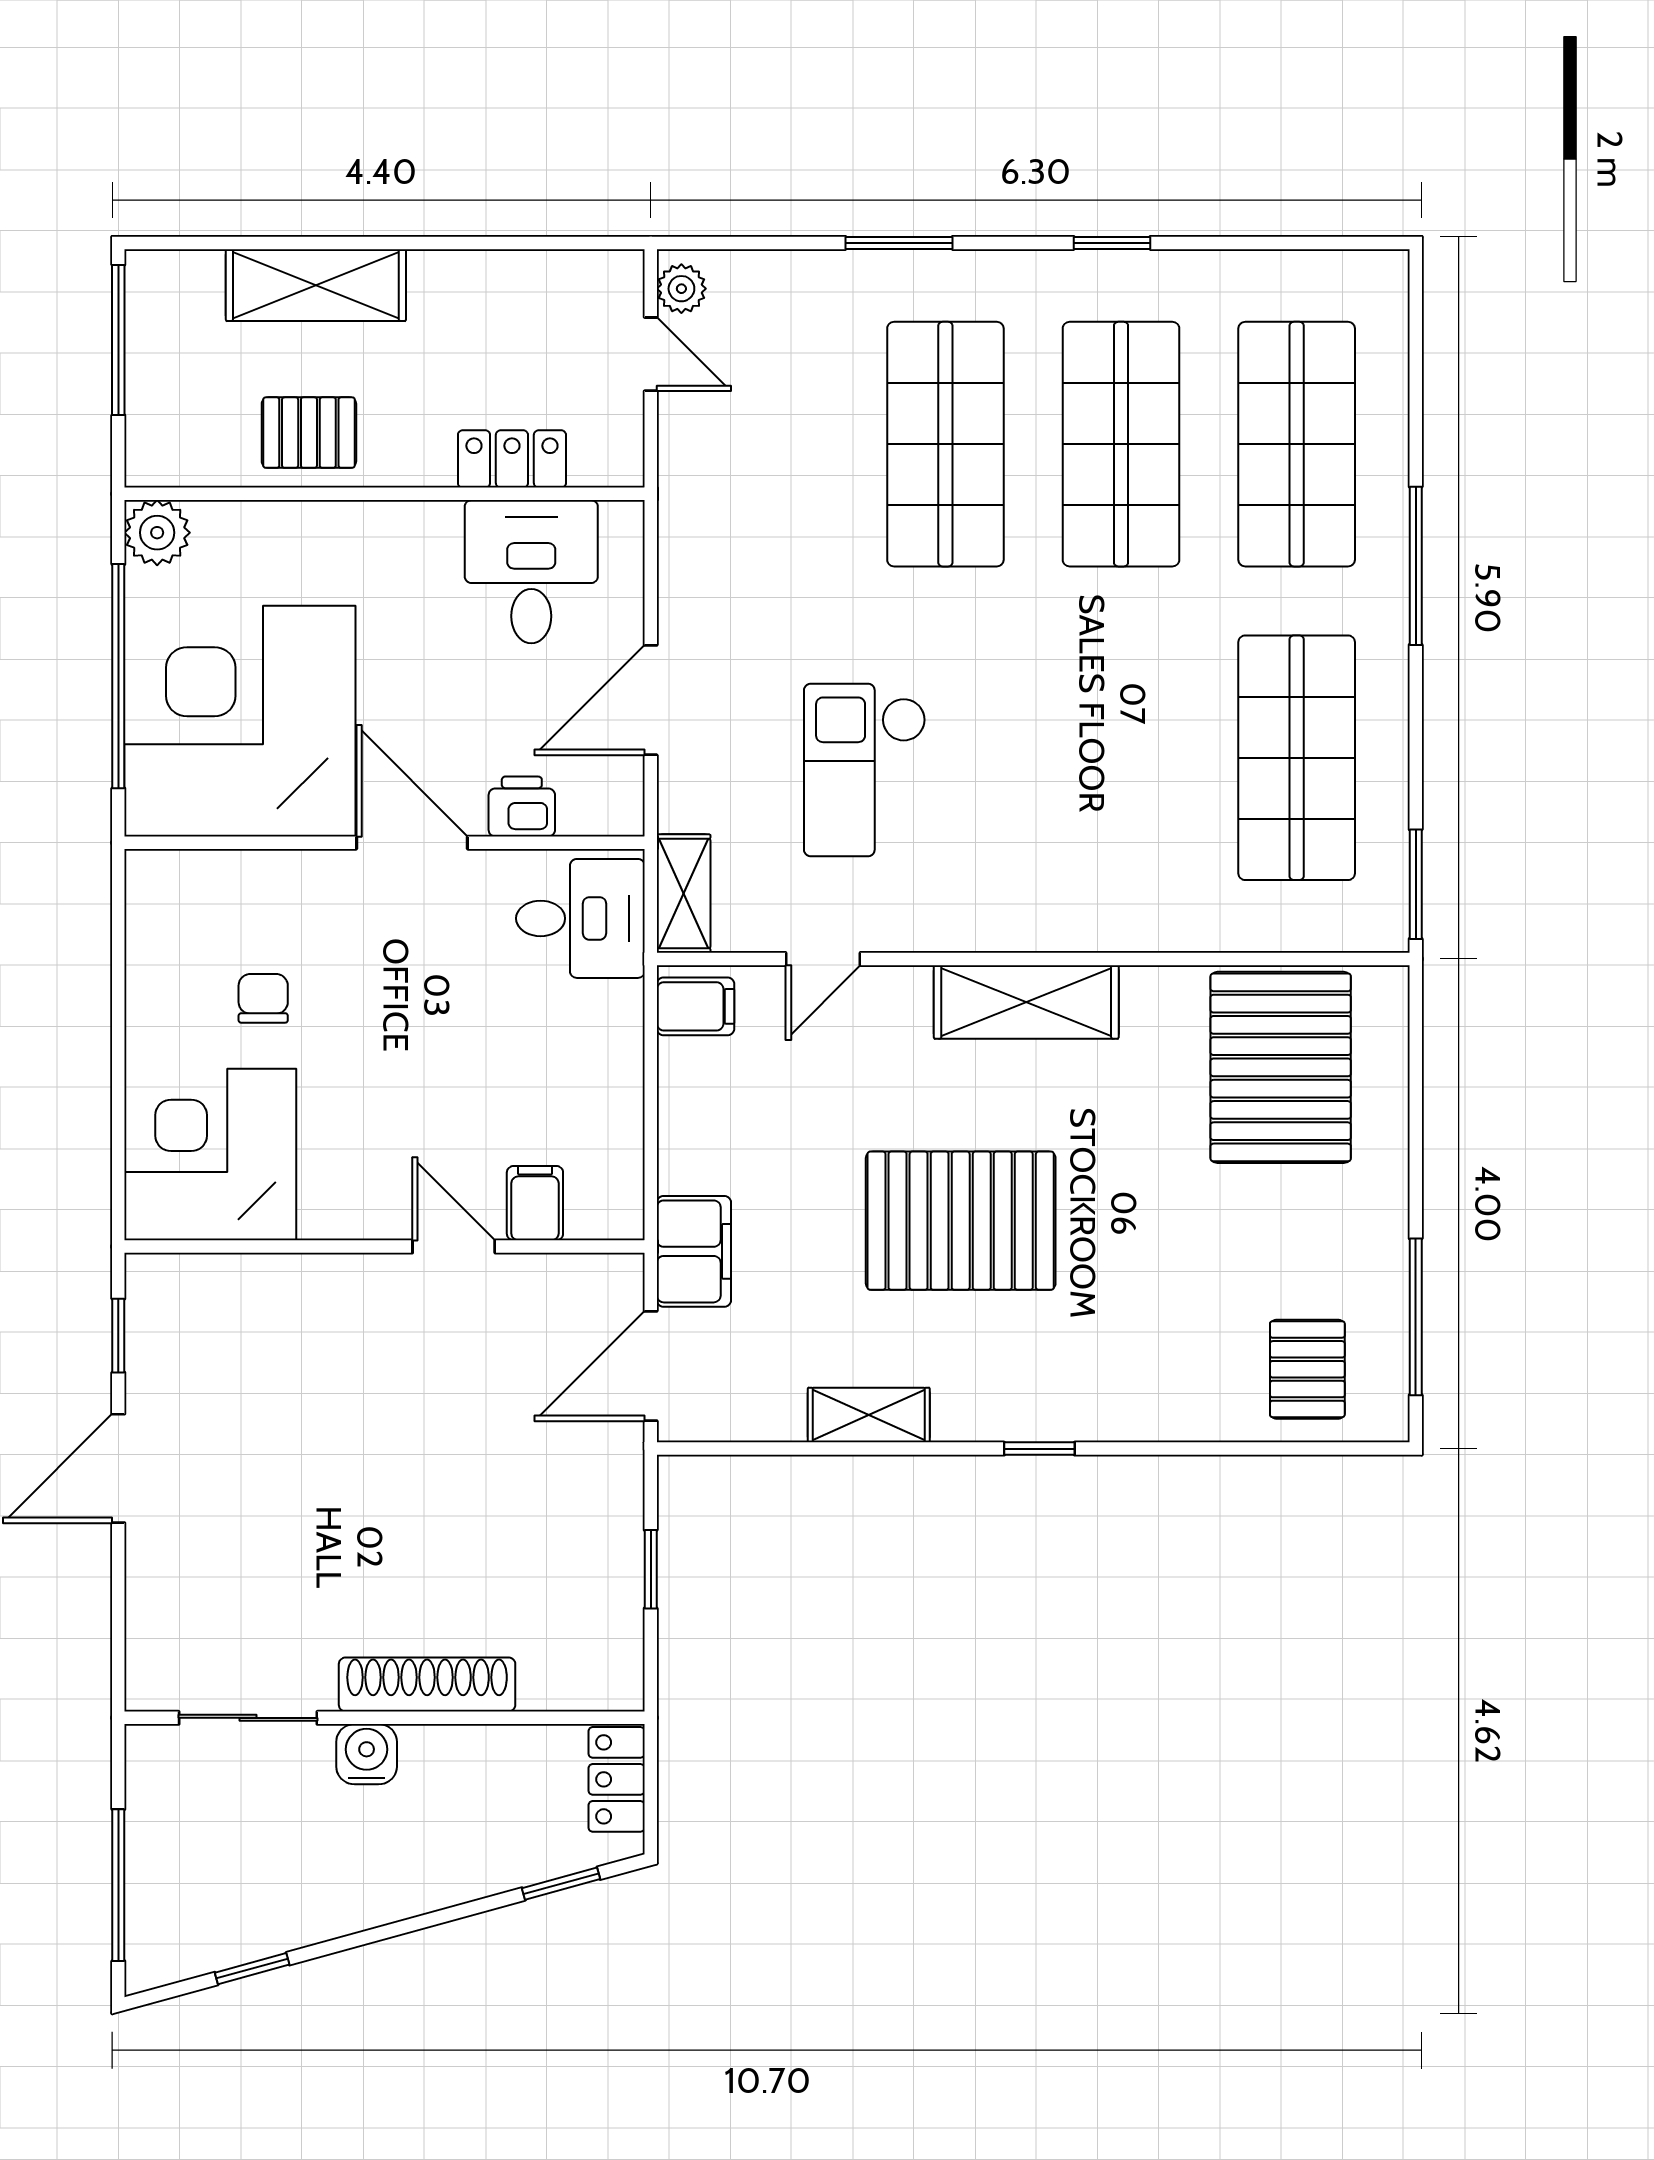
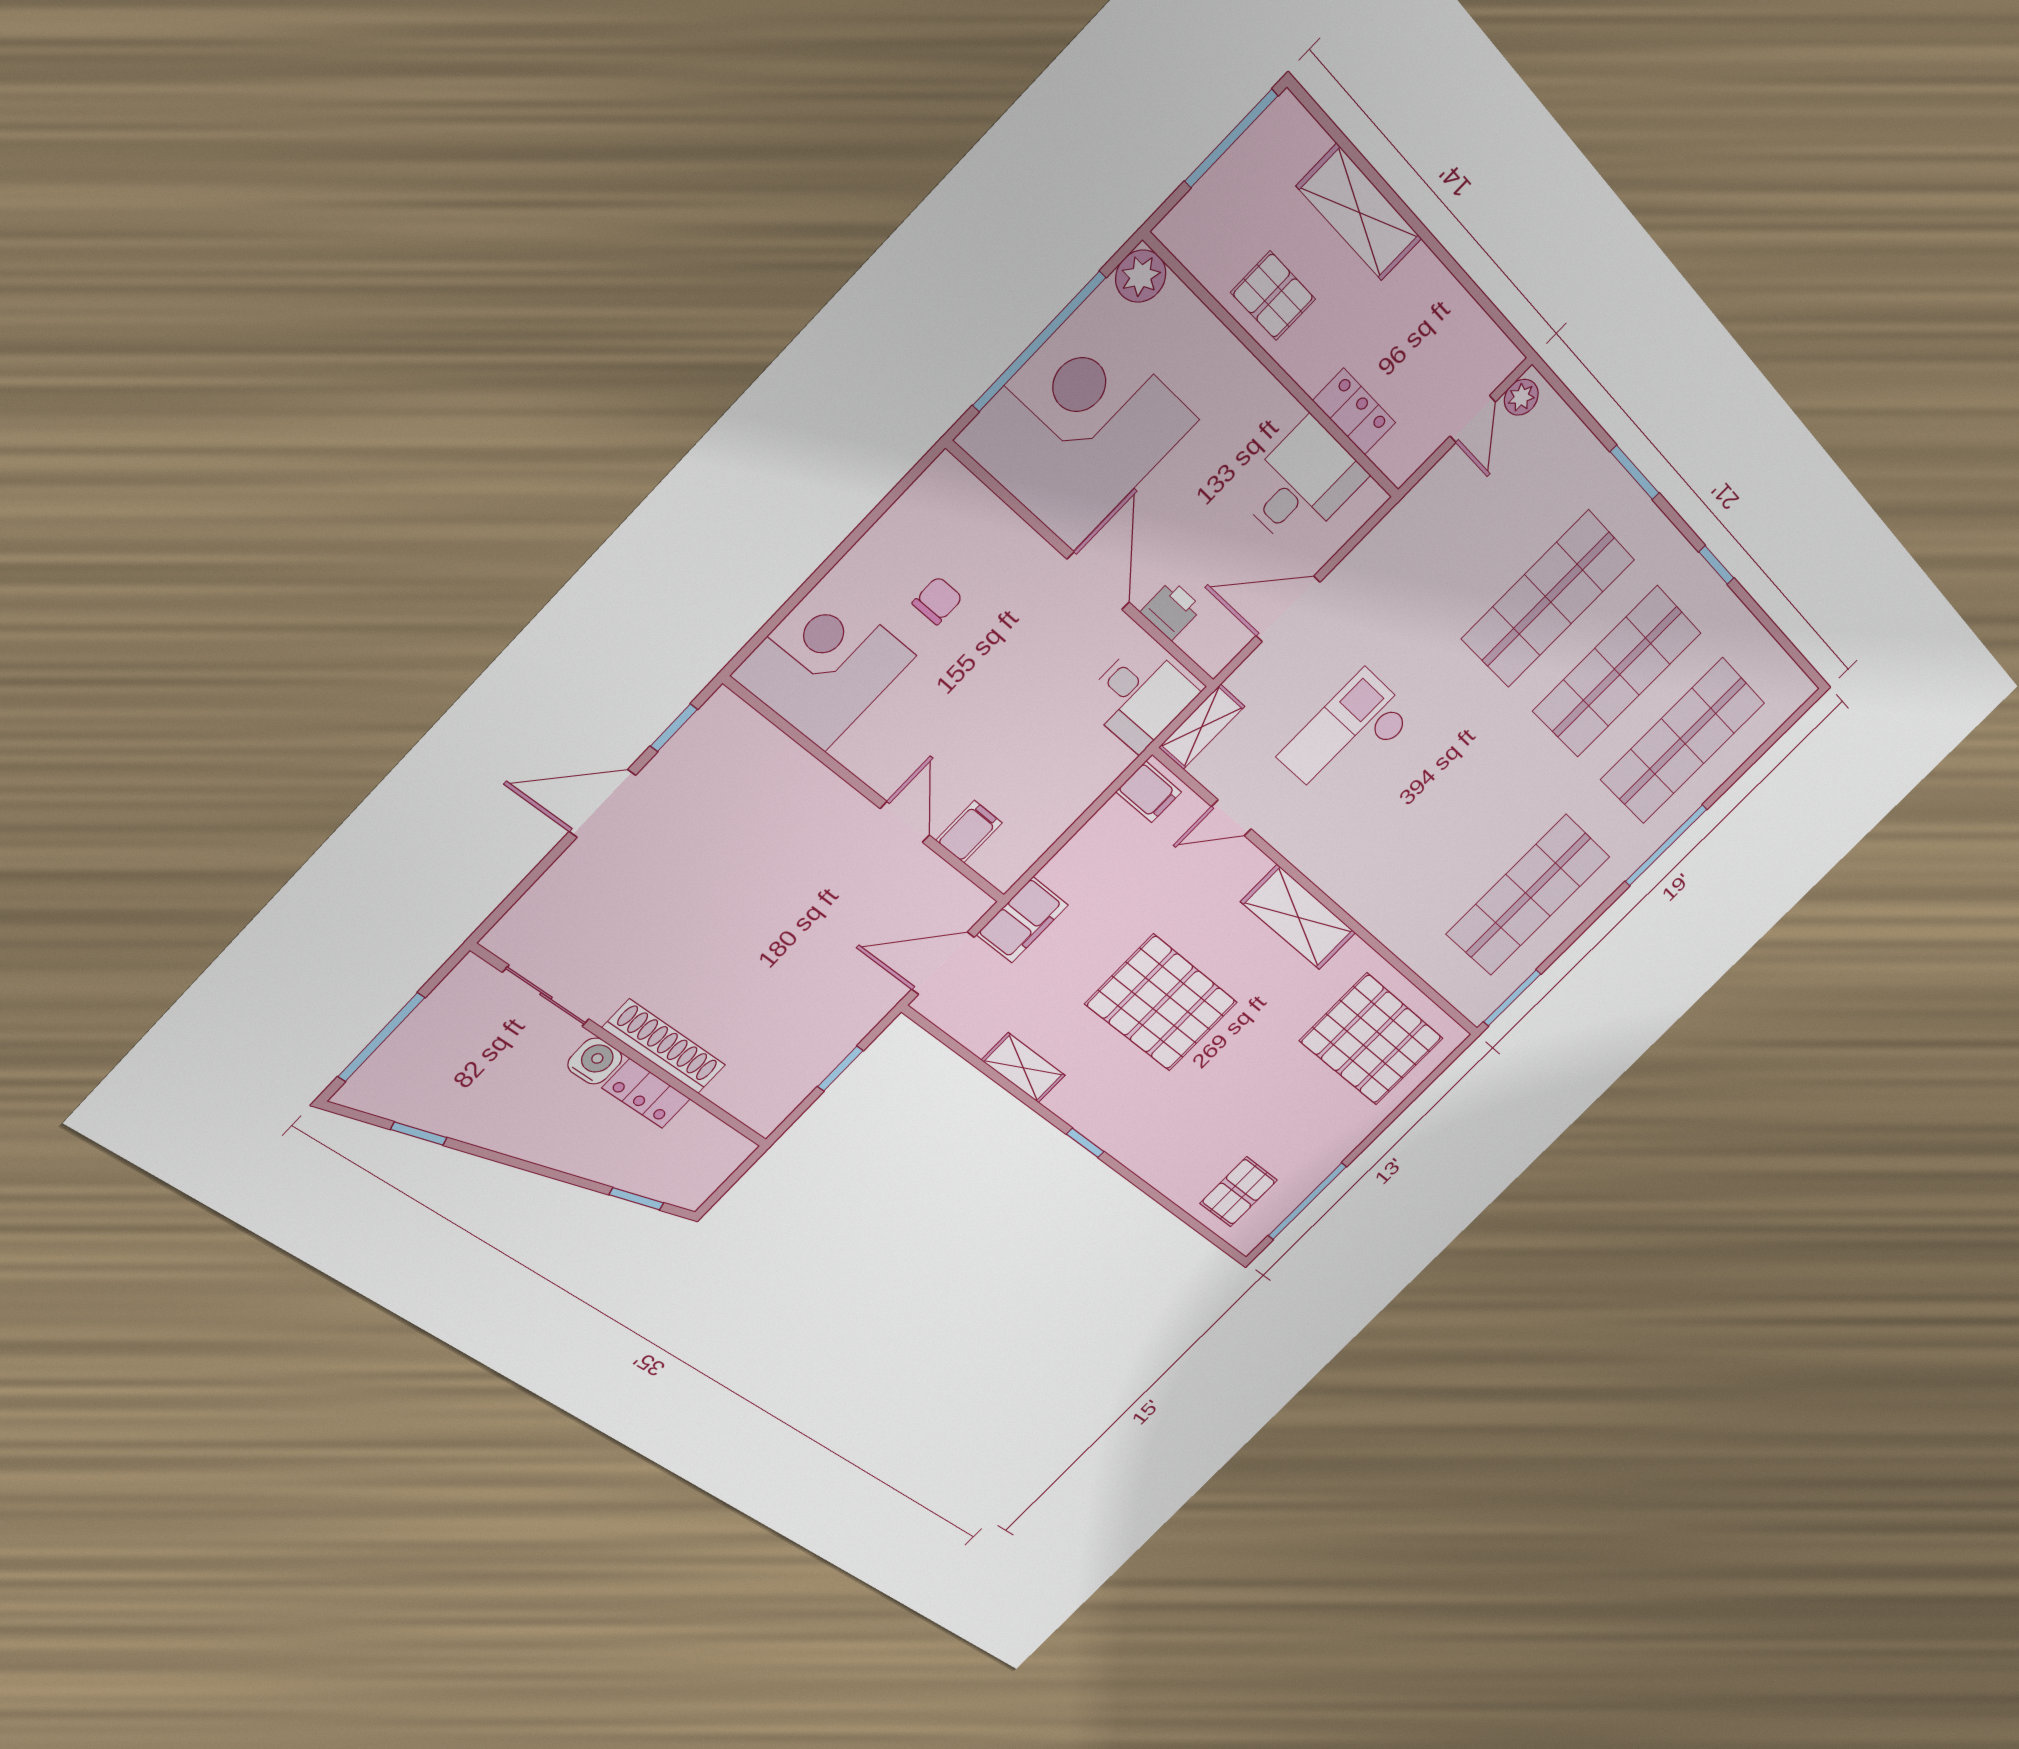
pallet: (1281, 1067) -> (1372, 1040), turned 90
locker: (617, 1779) -> (646, 1093), moved, turned -90

